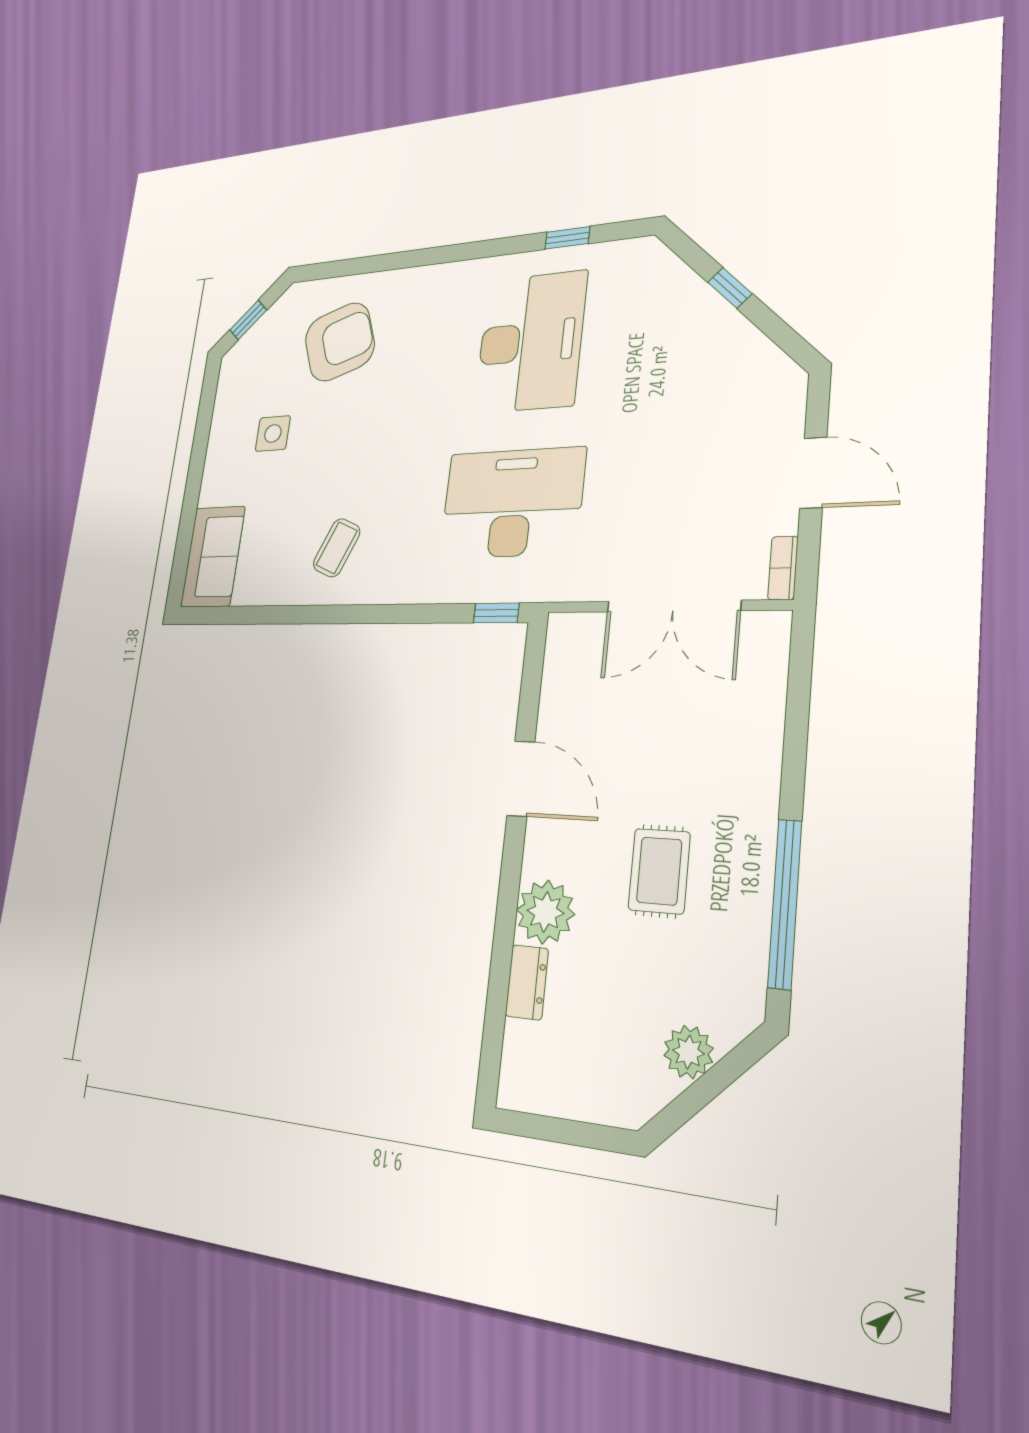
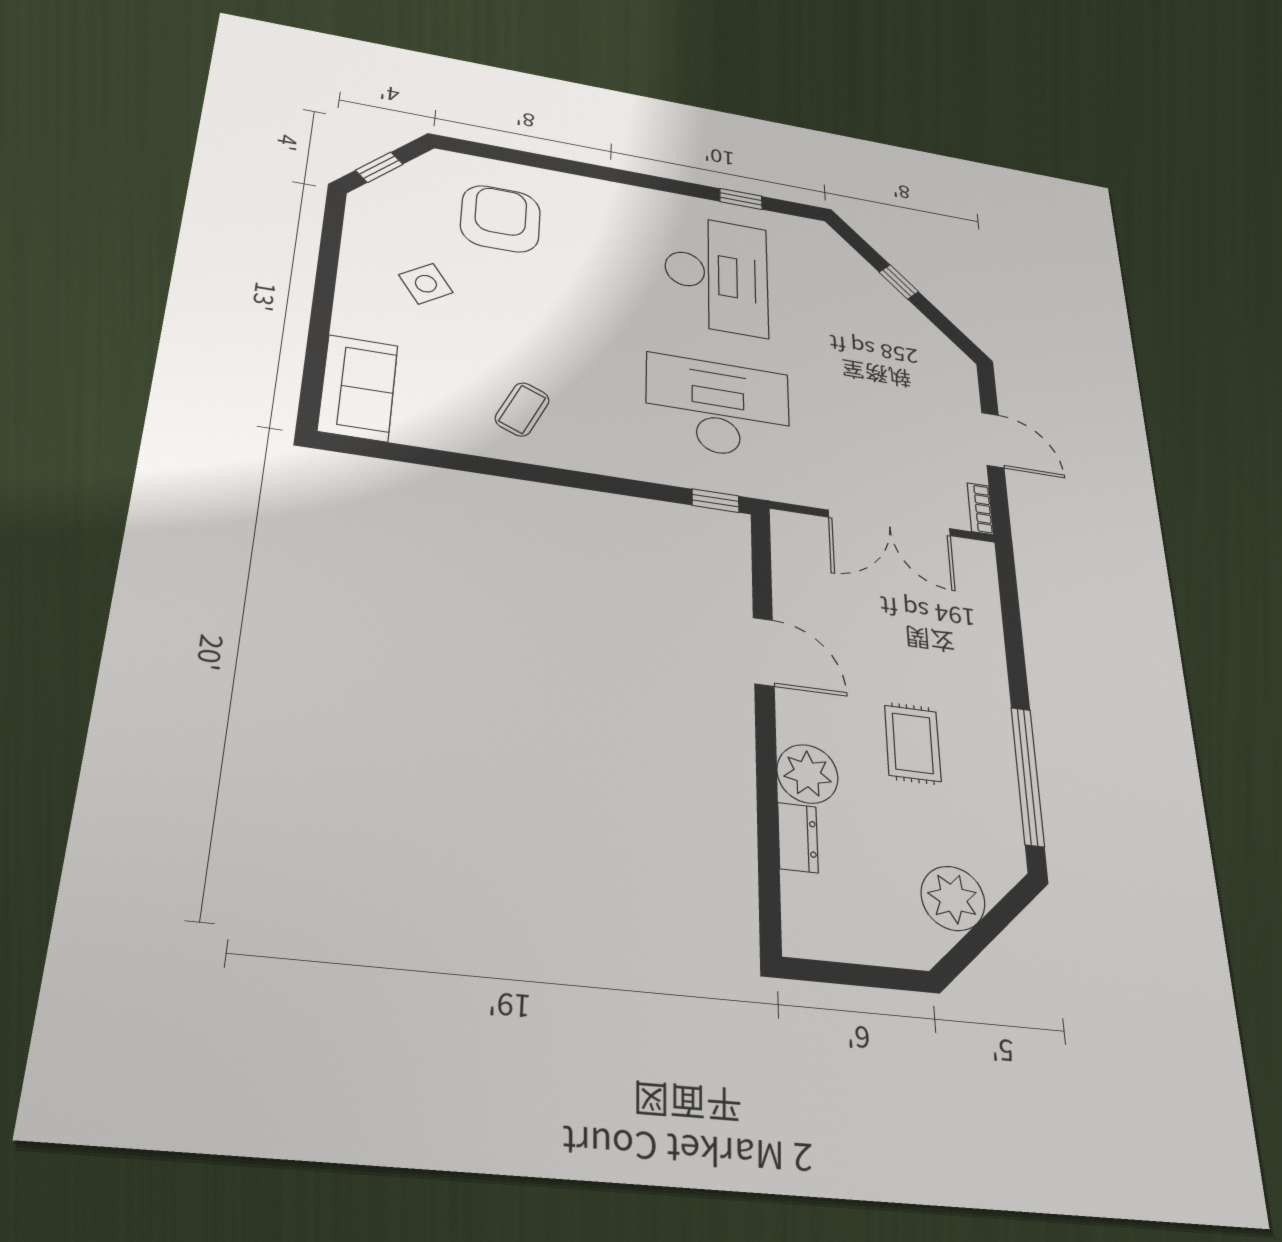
armchair: (340, 342) -> (500, 219), turned -71
side table: (273, 434) -> (426, 284), turned -34
plant: (689, 1052) -> (953, 898), width x1.36, depth x1.36

